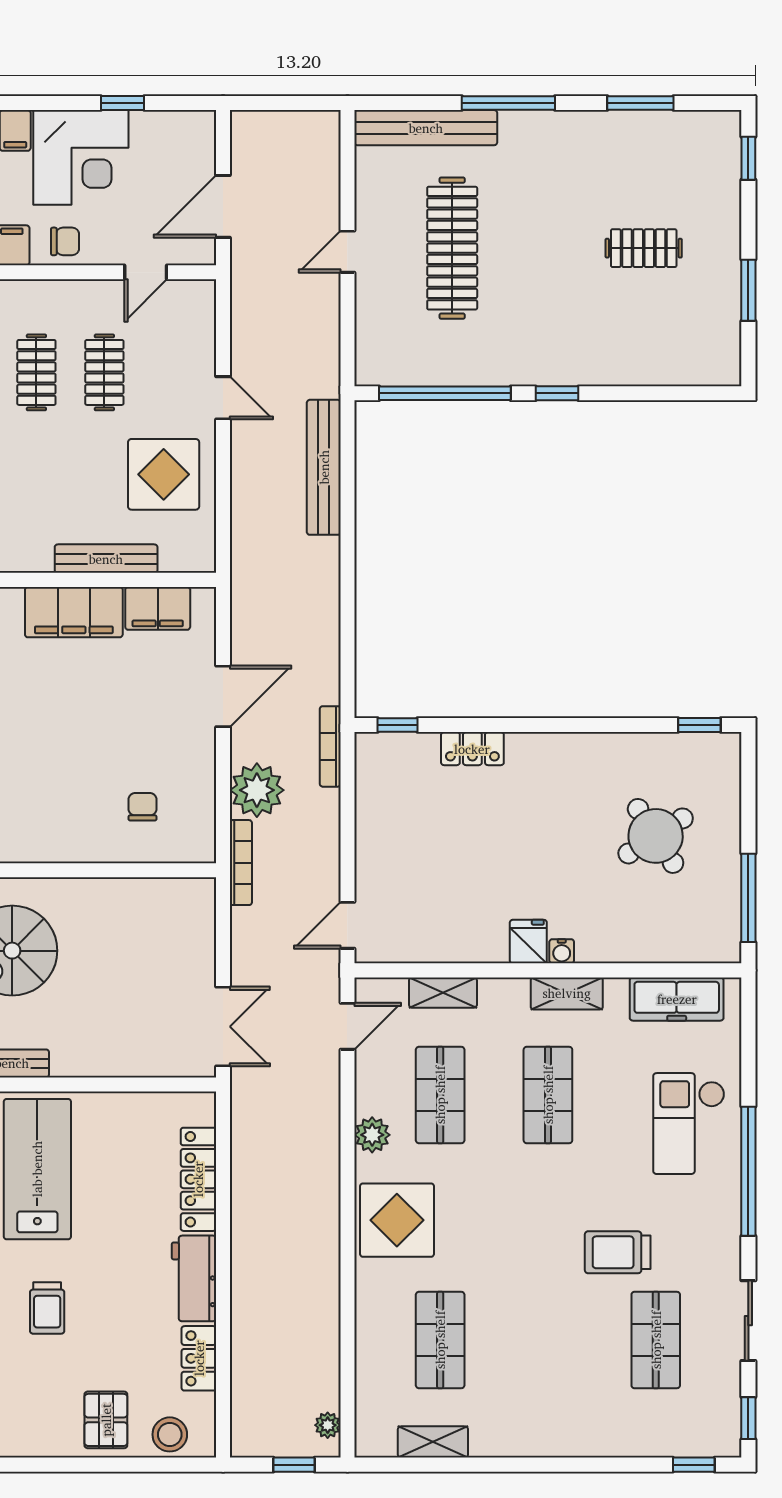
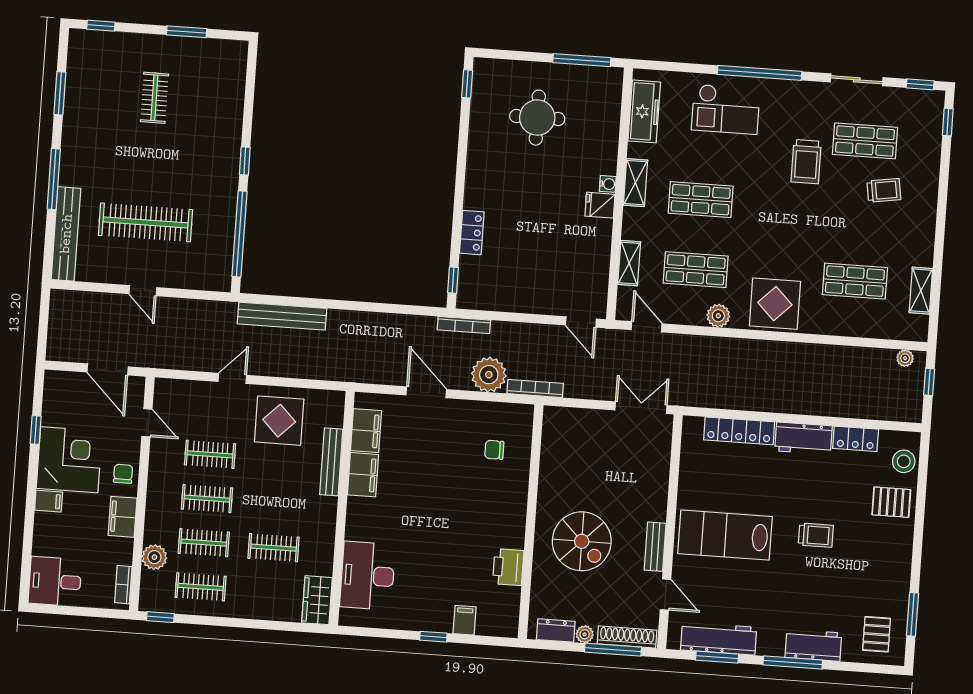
filing cabinet: (74, 612) -> (363, 475), width x0.67, depth x0.86
round table: (656, 836) -> (537, 118), turned 33
trolley: (582, 1374) -> (884, 190), added

